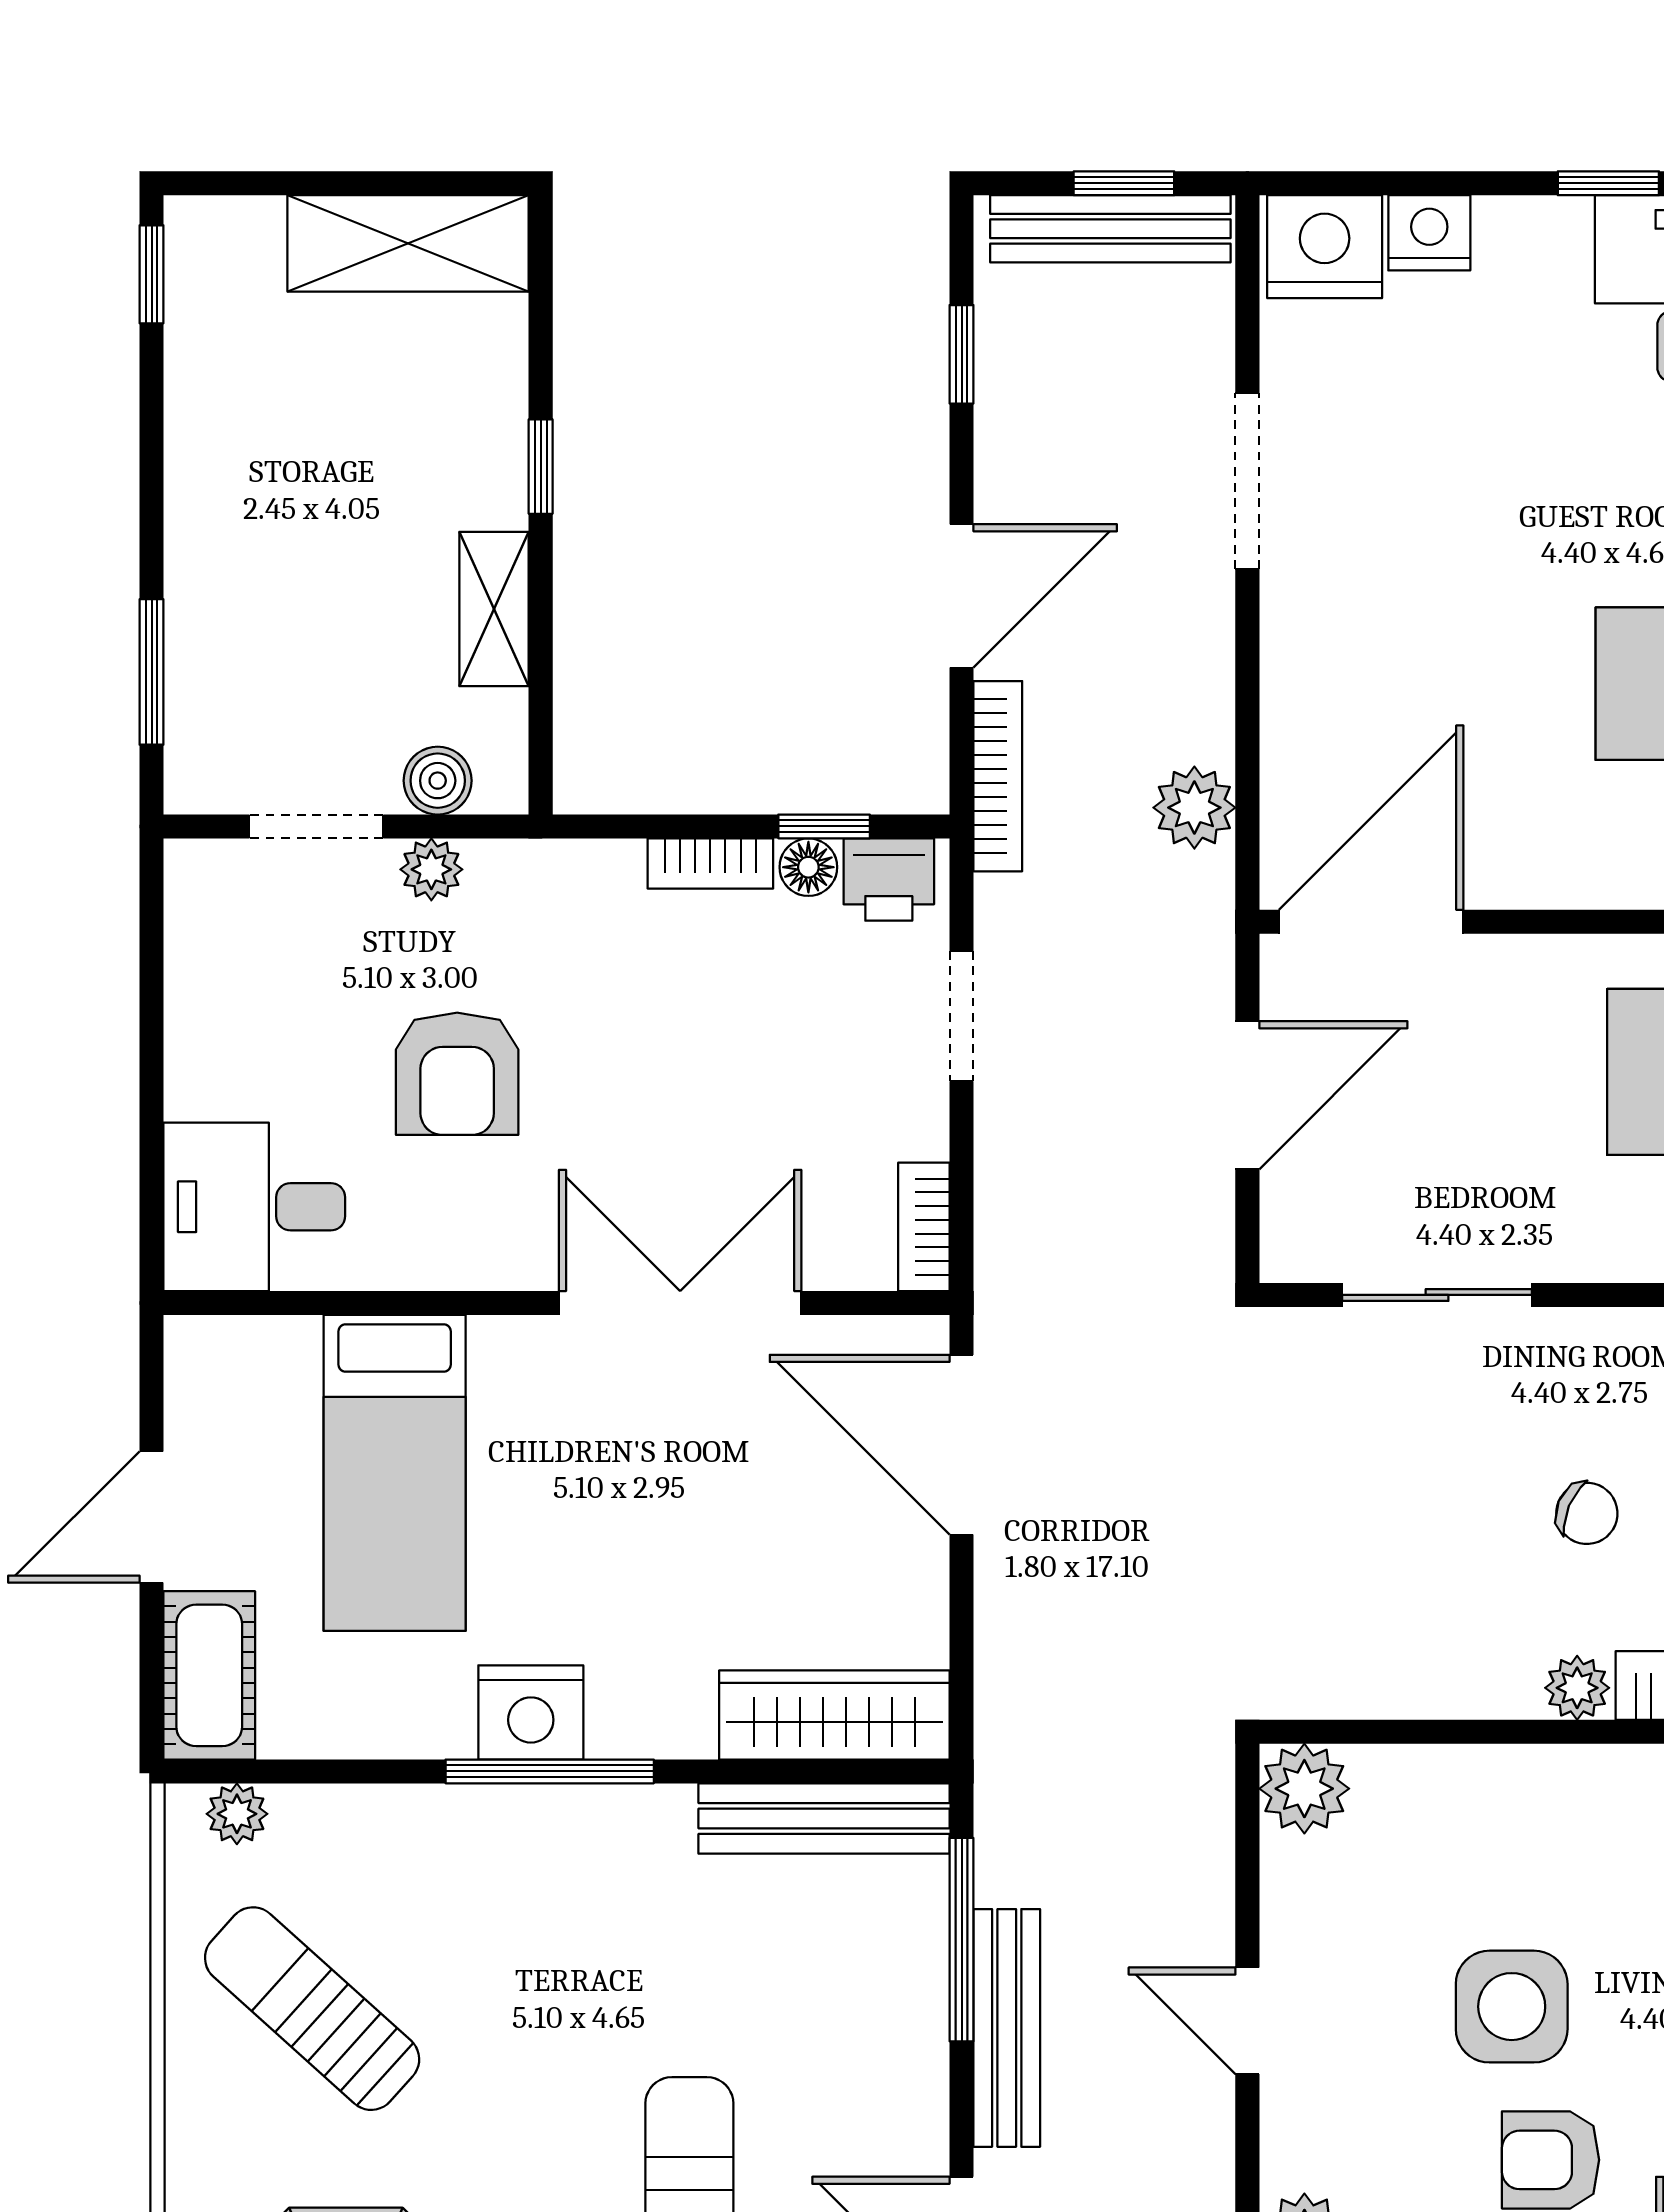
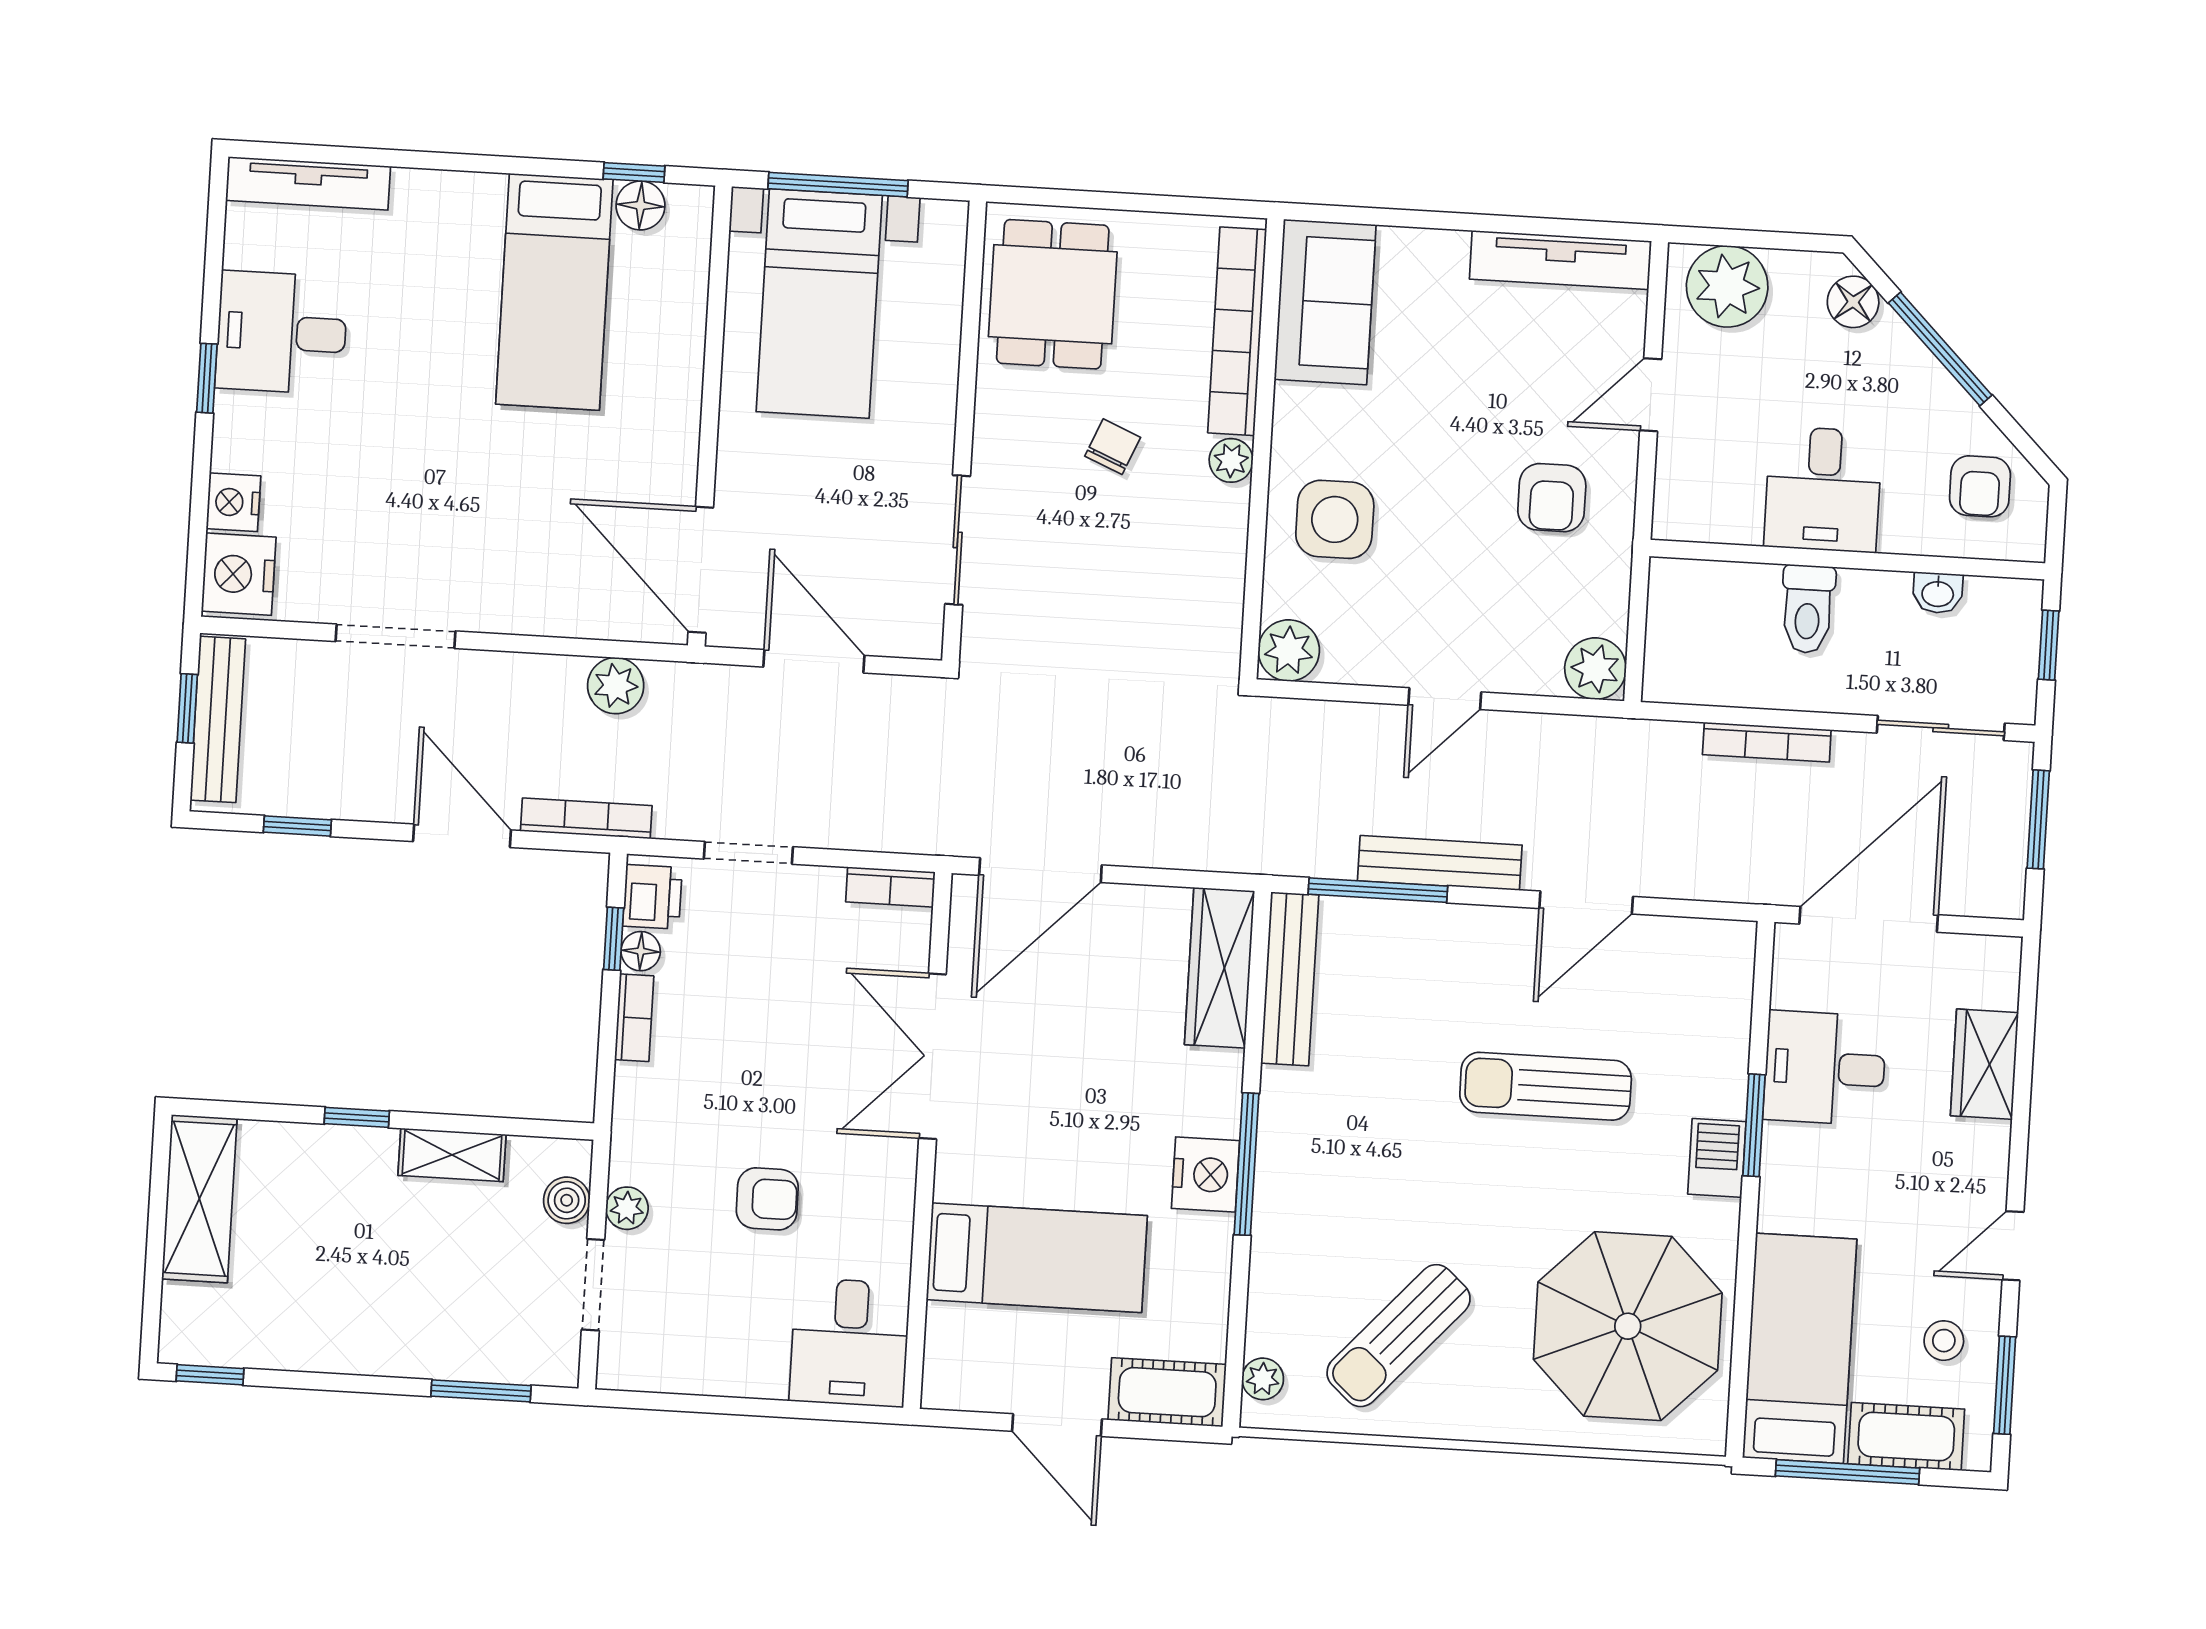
armchair: (457, 1074) -> (767, 1199), width x0.72, depth x0.72
side table: (1512, 2007) -> (1335, 519), moved

